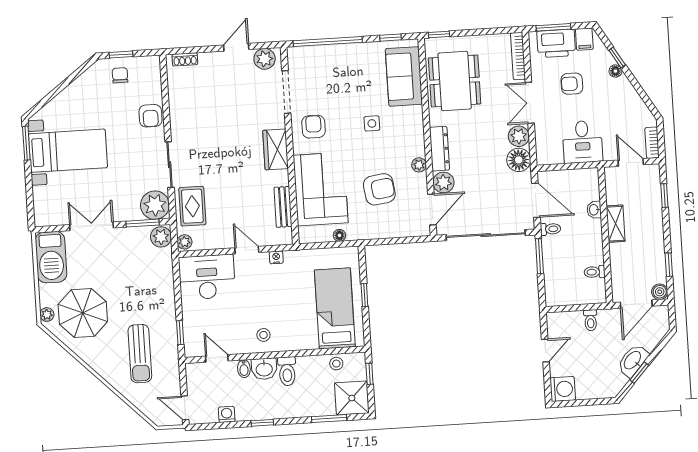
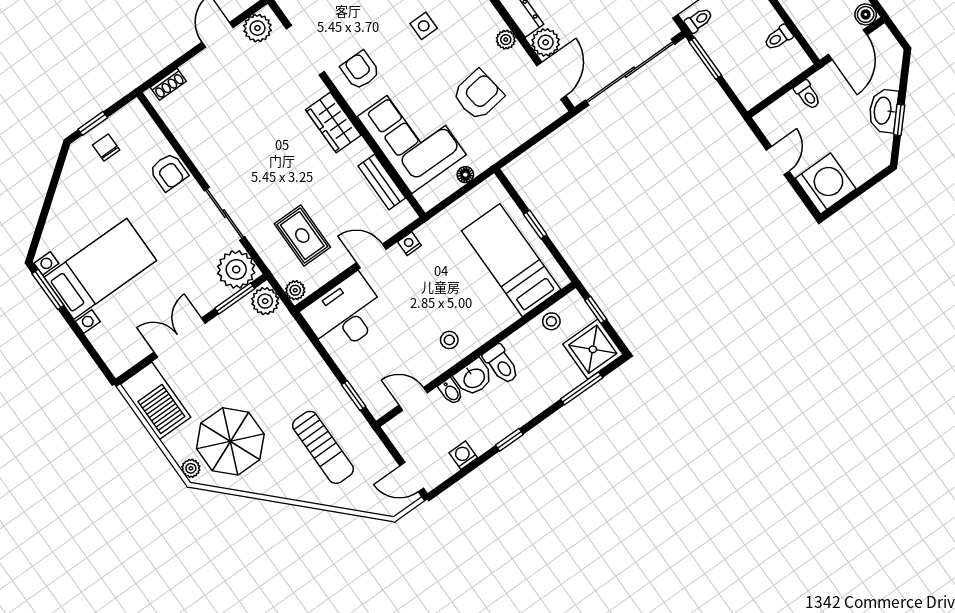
rug: (192, 206) -> (302, 235), moved
washing machine: (563, 389) -> (826, 184), width x1.37, depth x1.37

